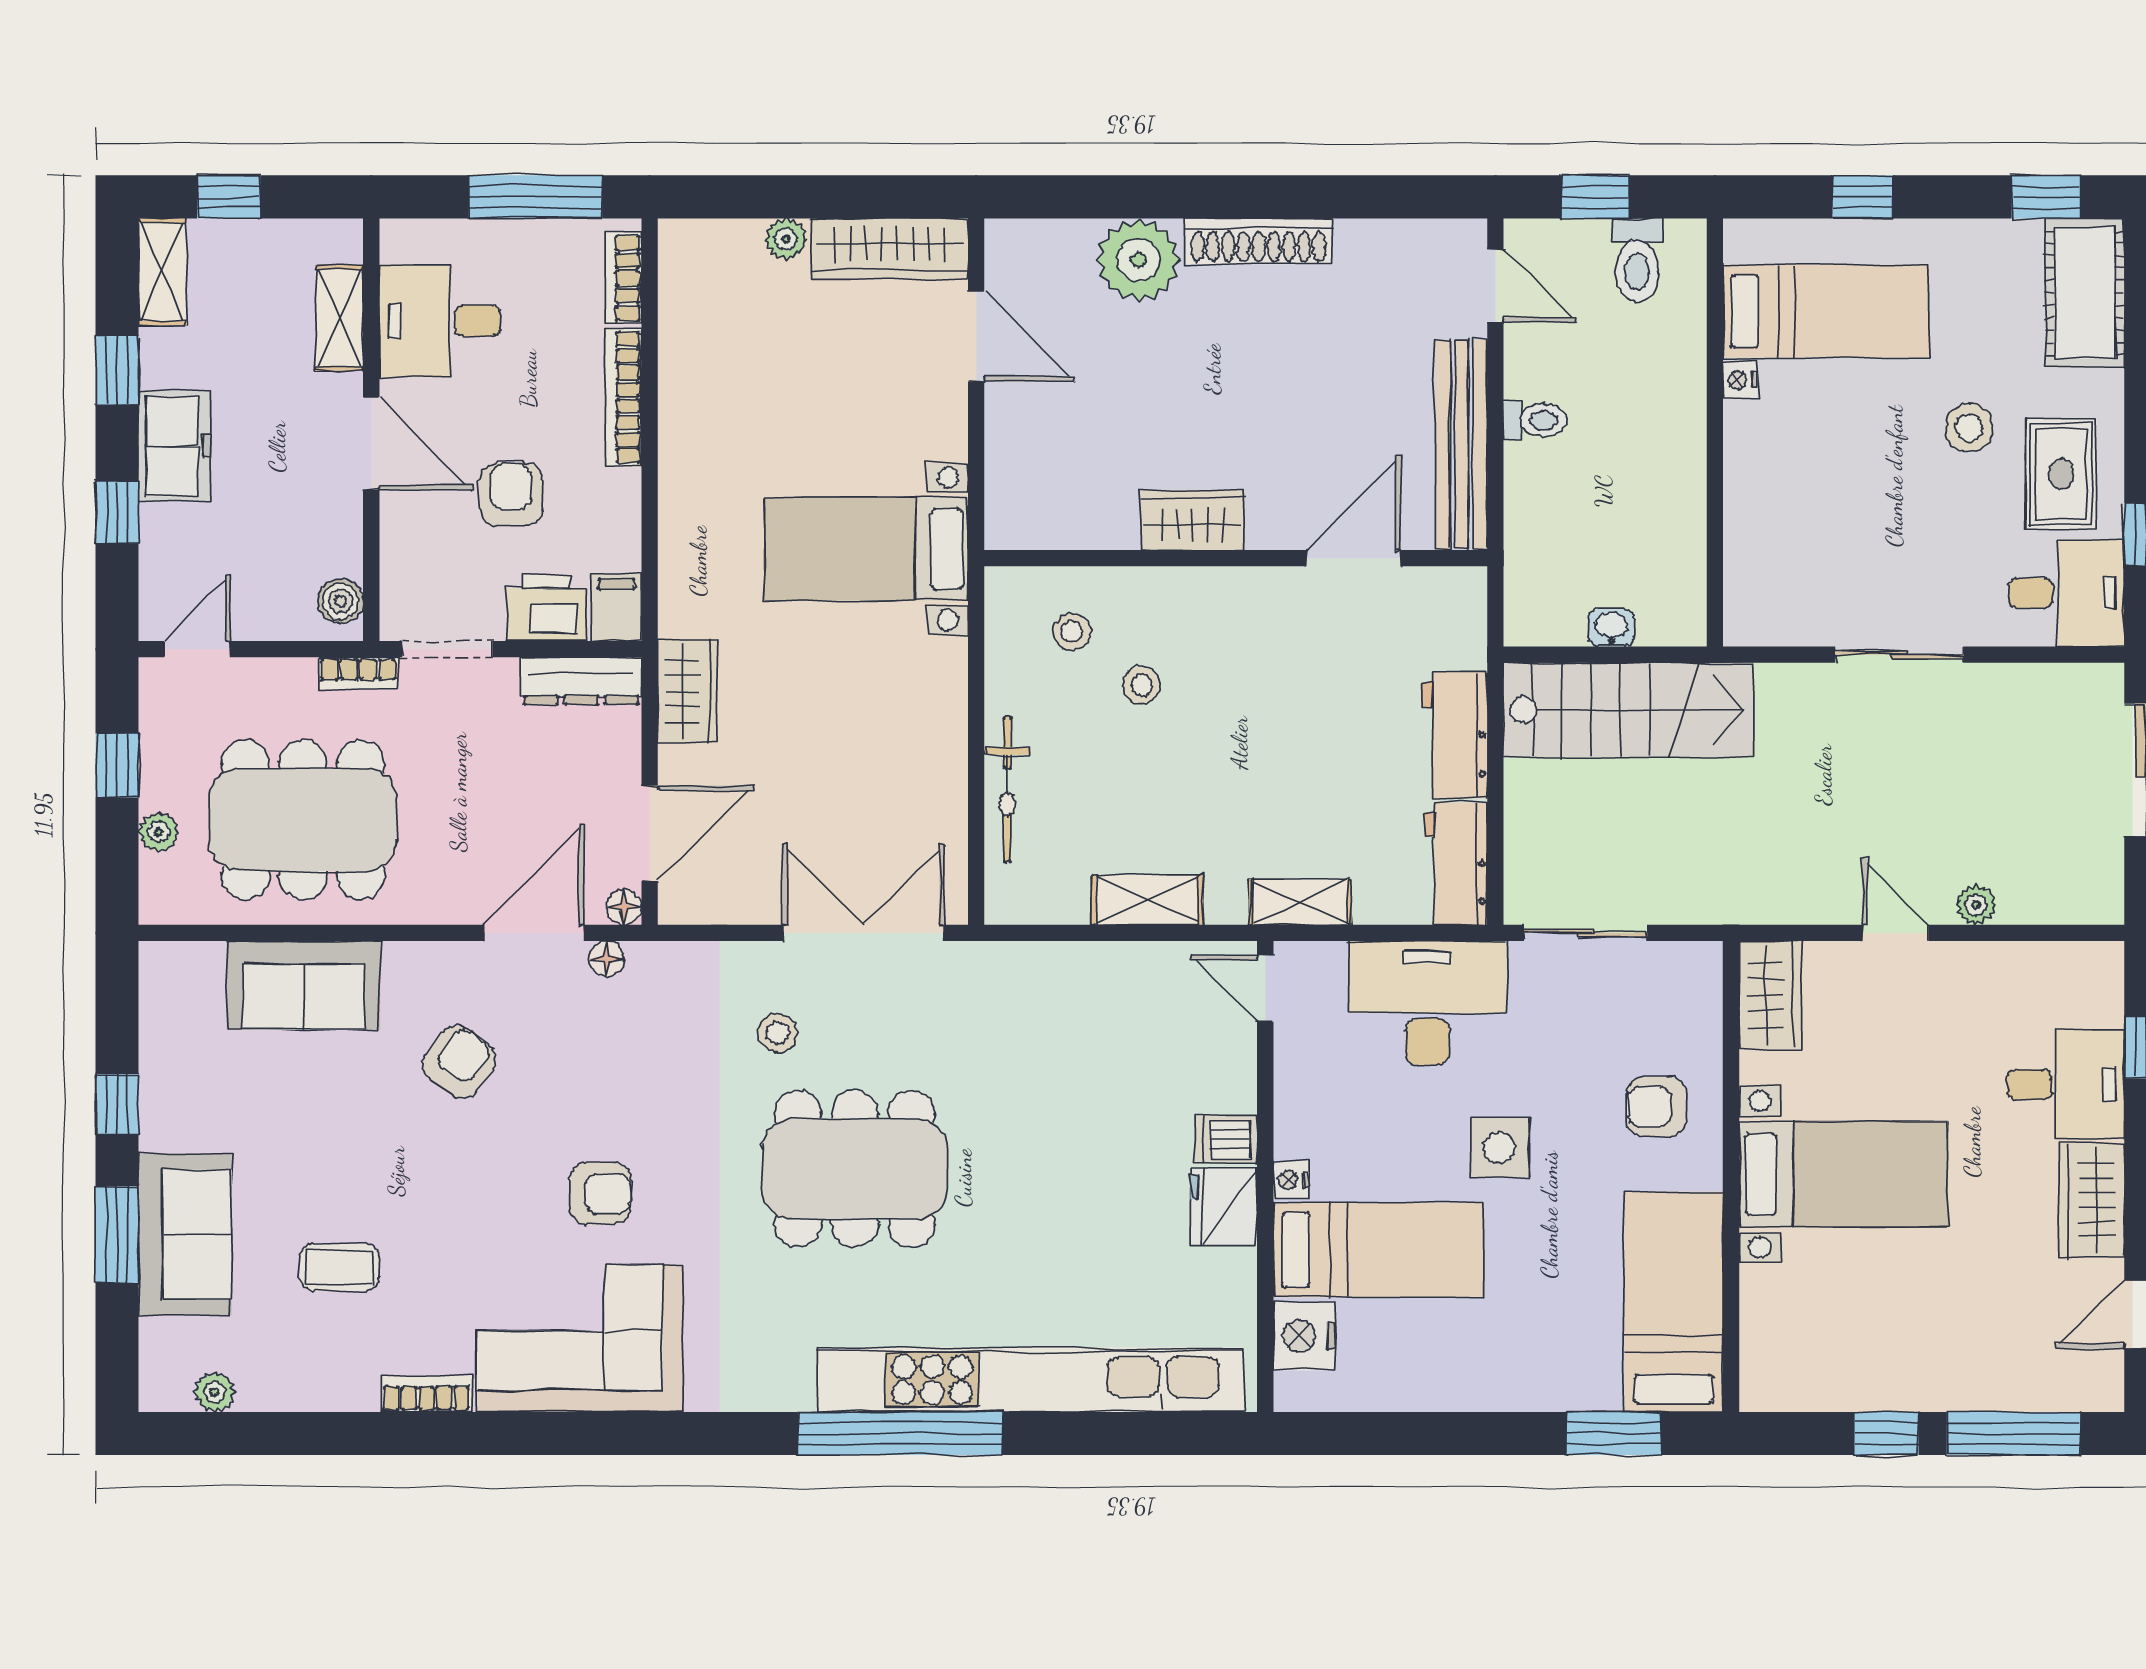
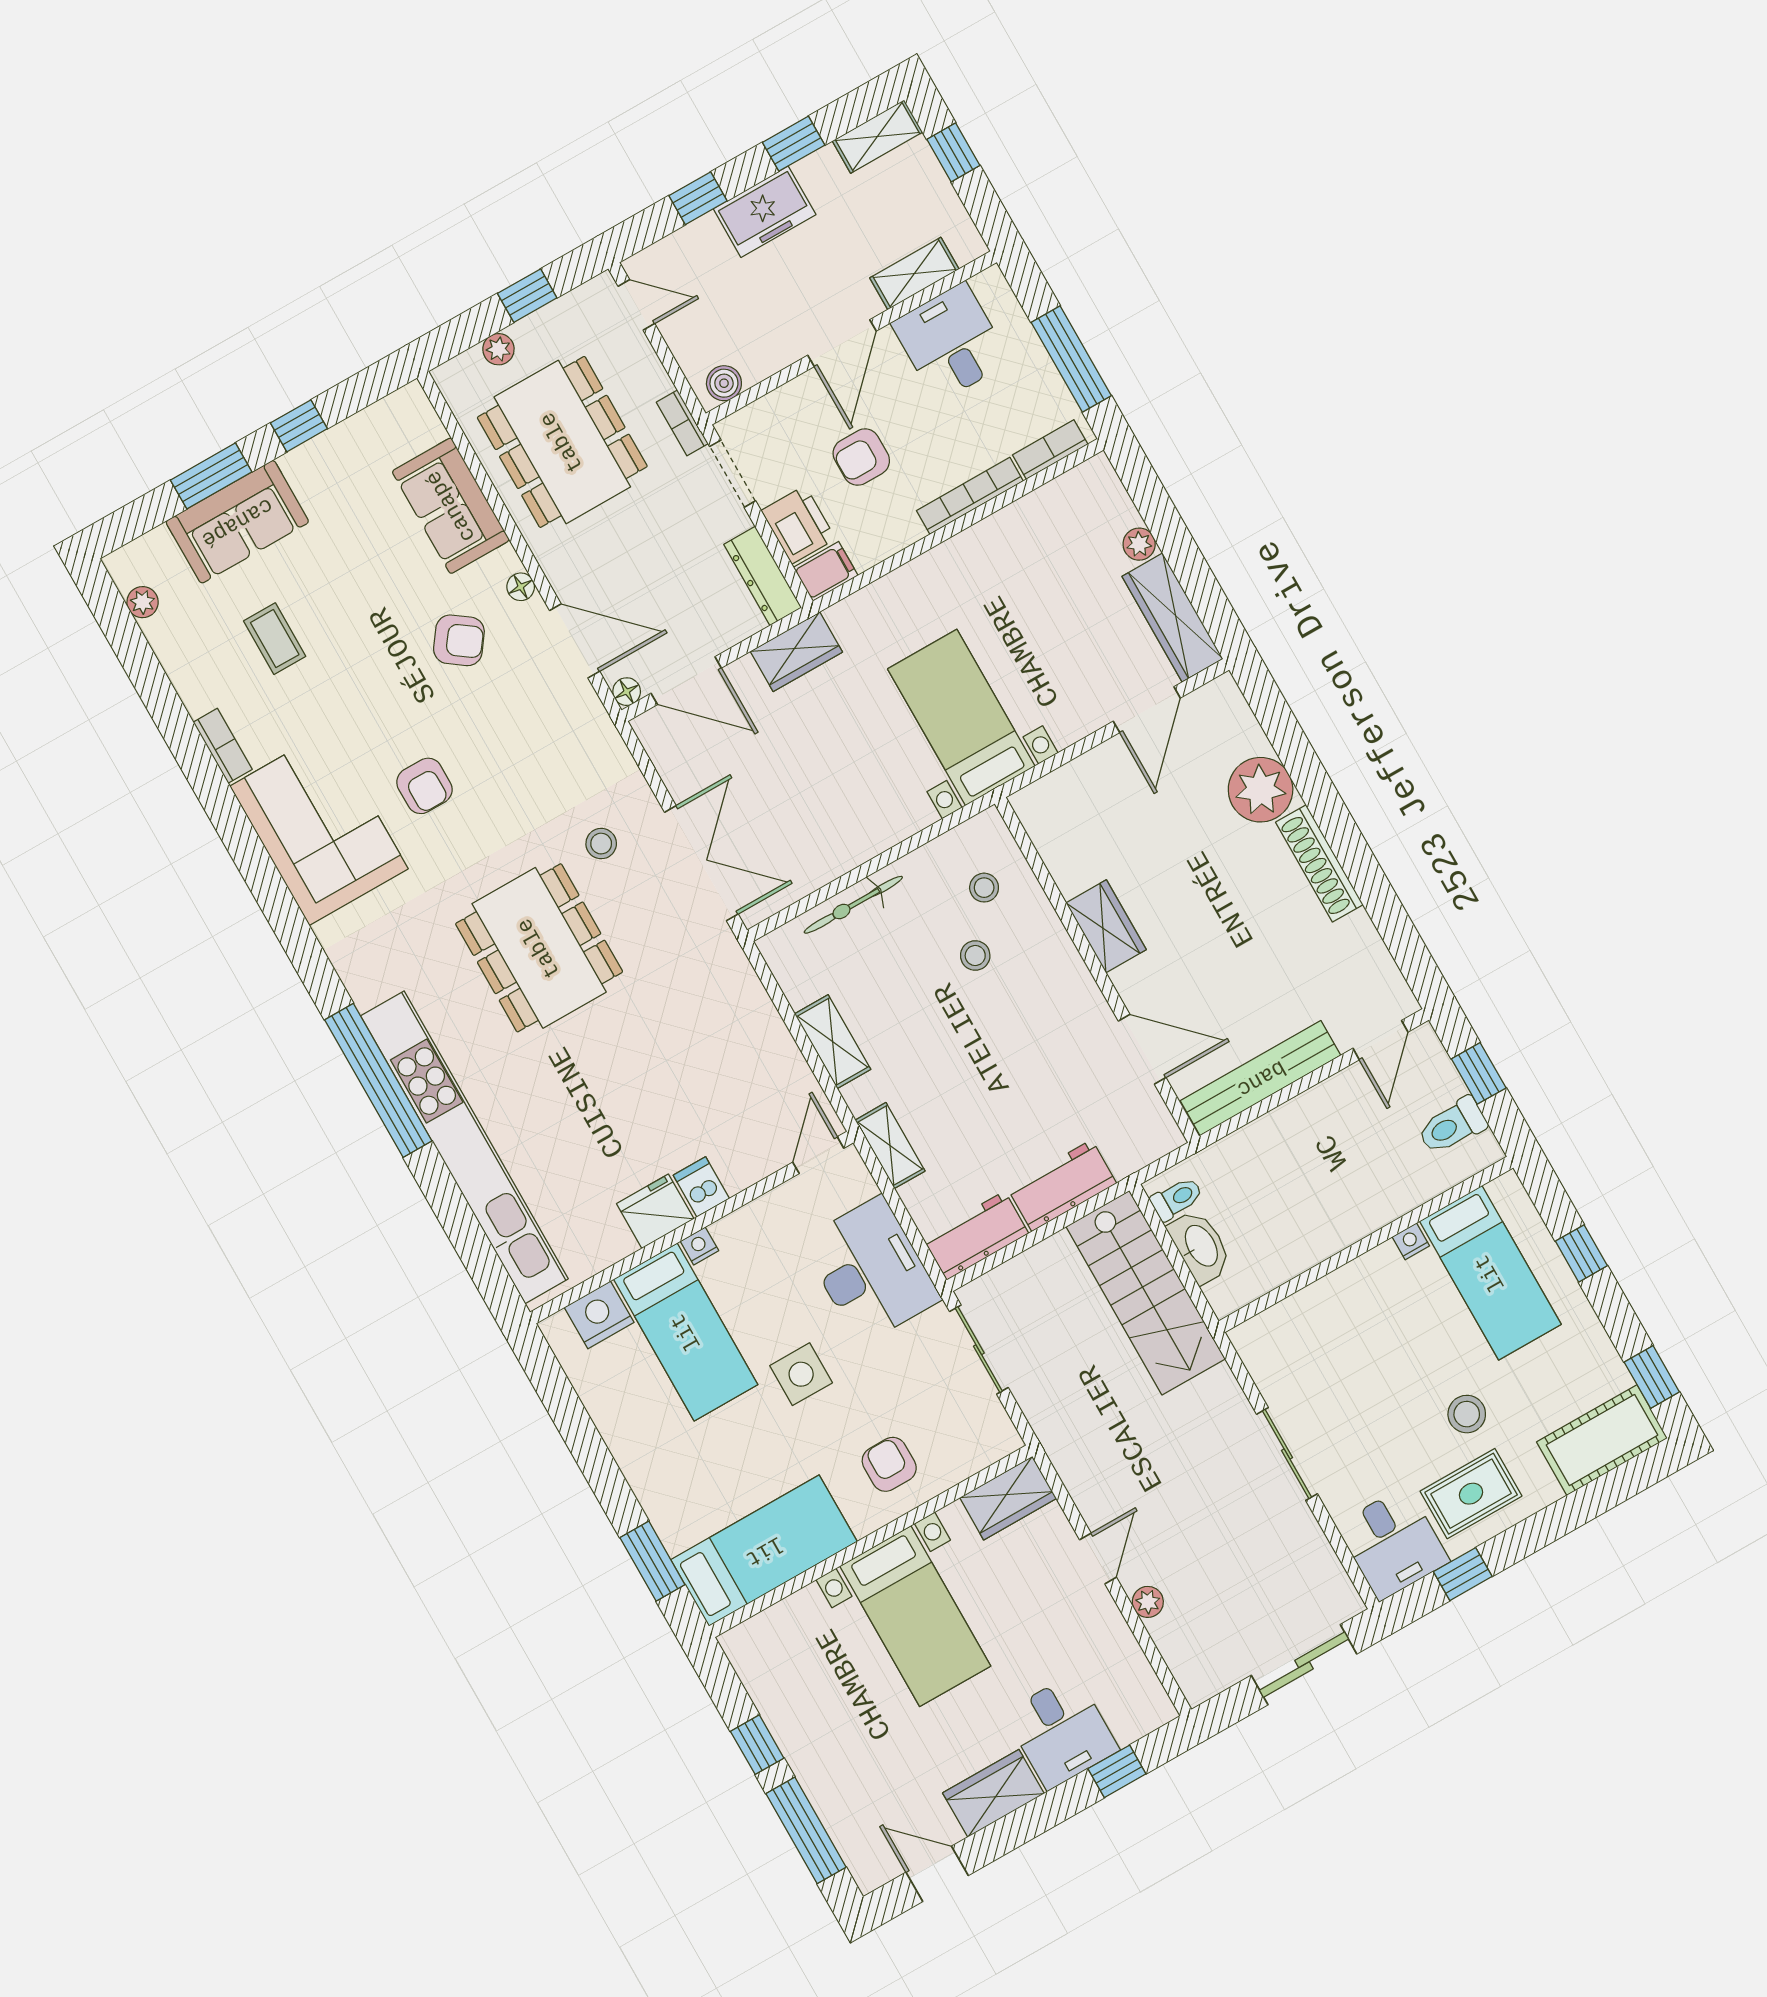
toilet: (1535, 420) -> (1177, 1199), moved, turned -90
armchair: (511, 494) -> (861, 457), turned 180
washbasin: (1611, 628) -> (1200, 1246), width x1.91, depth x1.45
floor lamp: (607, 959) -> (521, 587), moved

